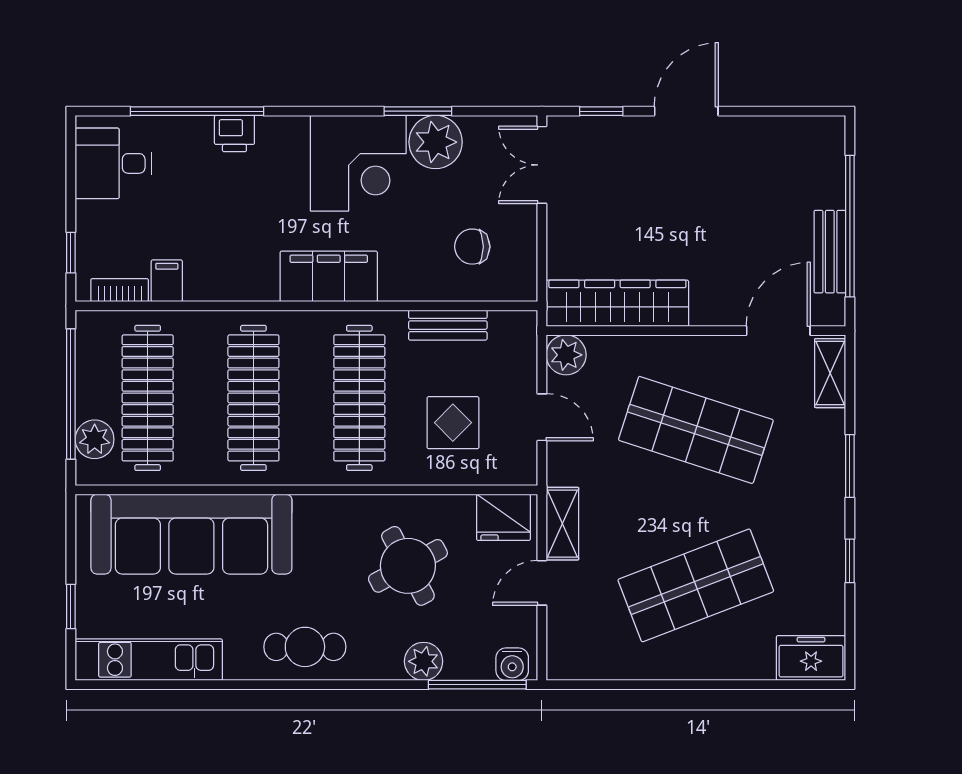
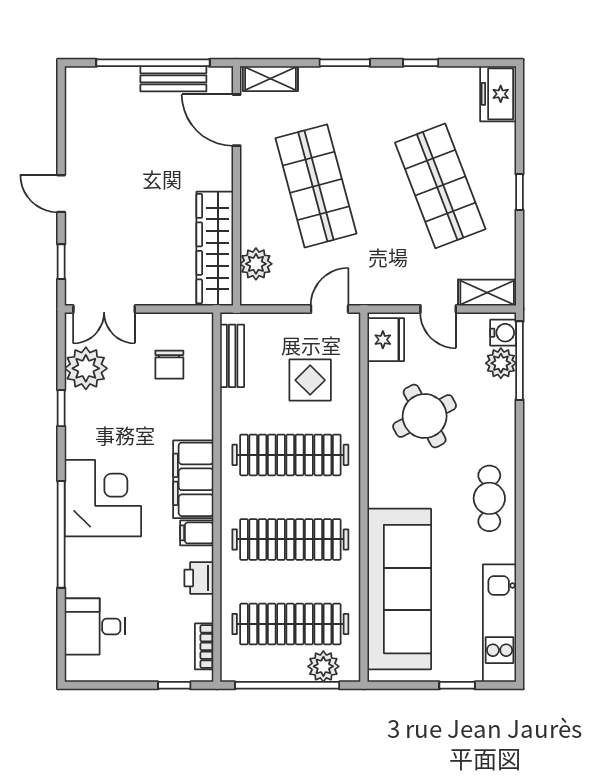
window: (197, 111) -> (61, 534), moved
window: (418, 111) -> (61, 408), width x0.67
door: (686, 111) -> (61, 194), width x0.73
printer: (234, 134) -> (199, 578), moved, turned 180
plant: (436, 142) -> (86, 368), moved
desk: (113, 163) -> (95, 626), moved, turned 90
corner desk: (358, 163) -> (103, 498), moved
filing cabinet: (167, 281) -> (197, 533), moved
bench: (448, 325) -> (232, 356), moved
plant: (566, 355) -> (256, 264), moved
door: (542, 417) -> (330, 309), moved
shop shelf: (696, 430) -> (316, 186), turned -33
shelving: (562, 524) -> (487, 293), moved
plant: (424, 661) -> (501, 363), moved
window: (688, 685) -> (520, 192), added

